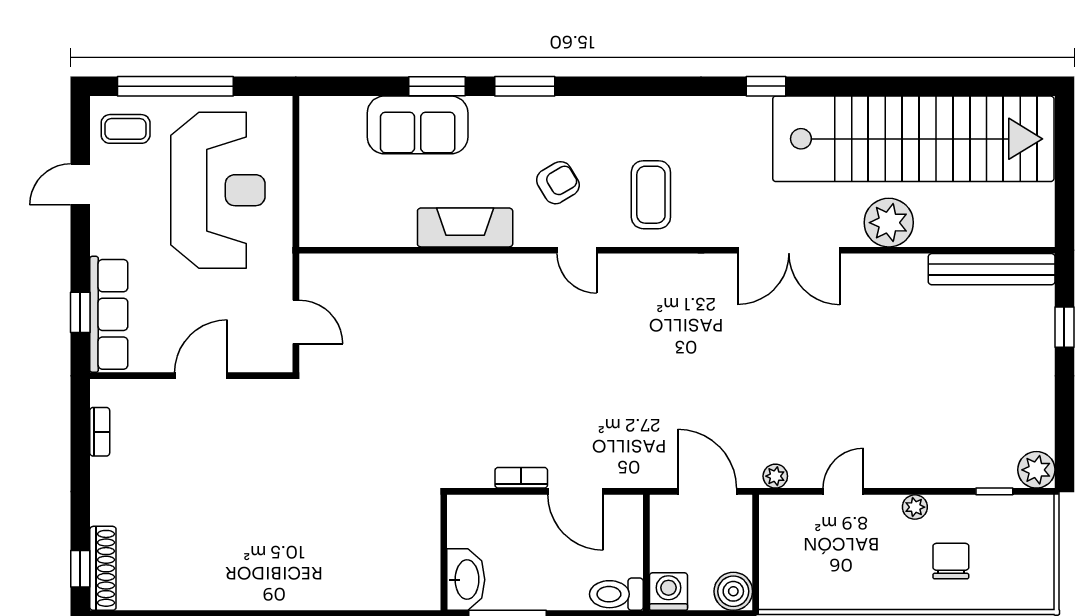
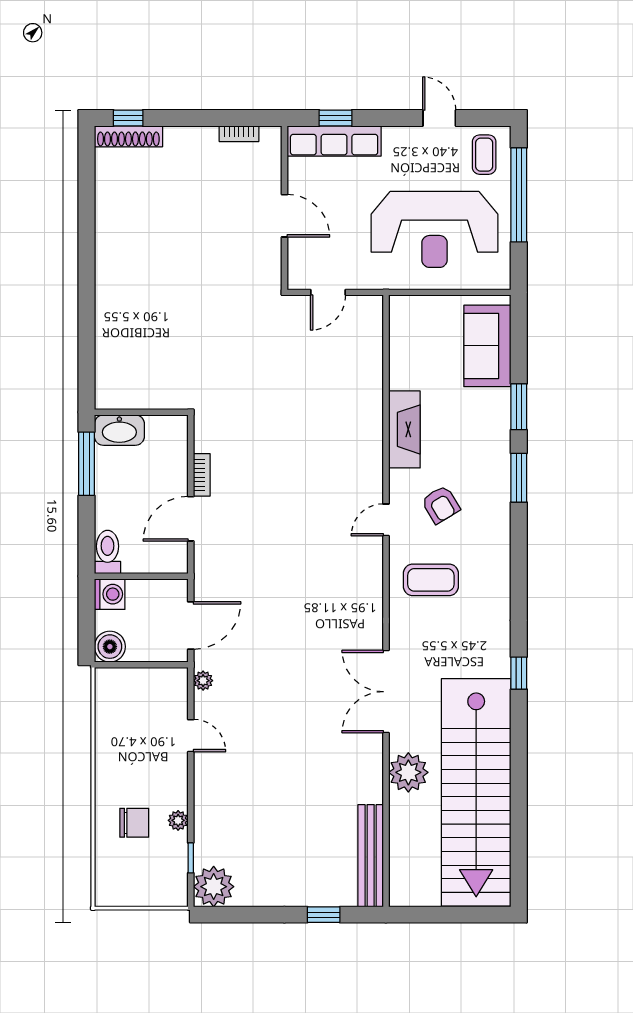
sofa: (418, 125) -> (487, 346), moved
plant: (1036, 470) -> (214, 887), width x1.36, depth x1.36
plant: (915, 507) -> (178, 820), moved

